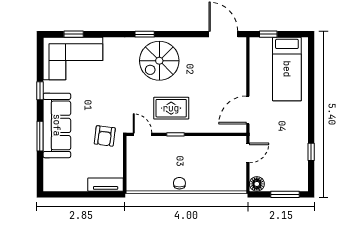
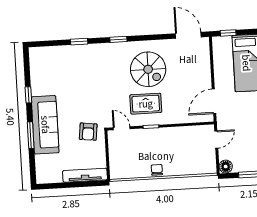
window: (74, 34) -> (79, 42), moved
corner sofa: (73, 59) -> (56, 65), removed
spiral stairs: (159, 61) -> (148, 69), moved, turned -90
tv unit: (106, 185) -> (85, 175), width x1.41

